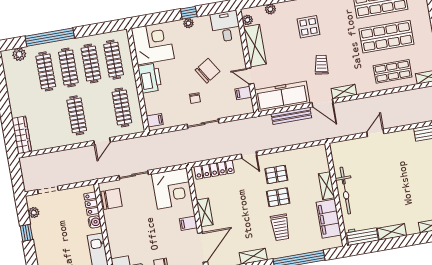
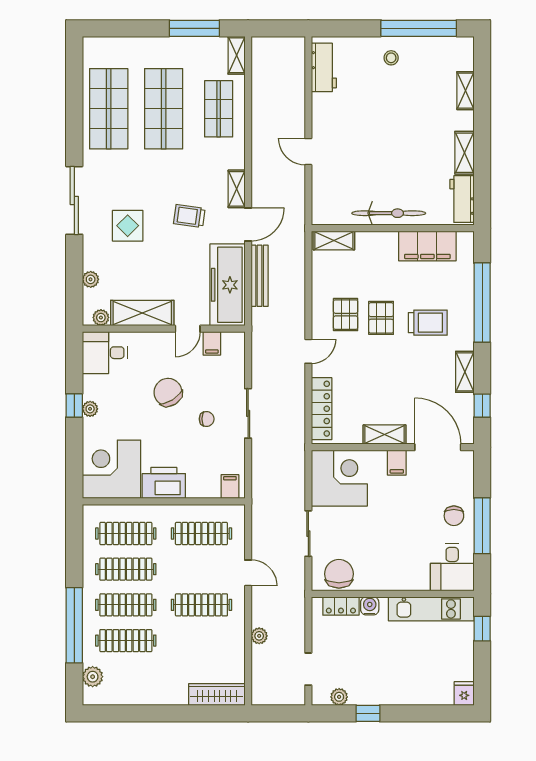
plant: (63, 155) -> (259, 636), added
shelving: (327, 186) -> (334, 241), moved

